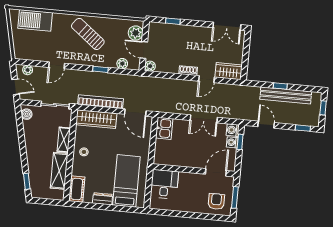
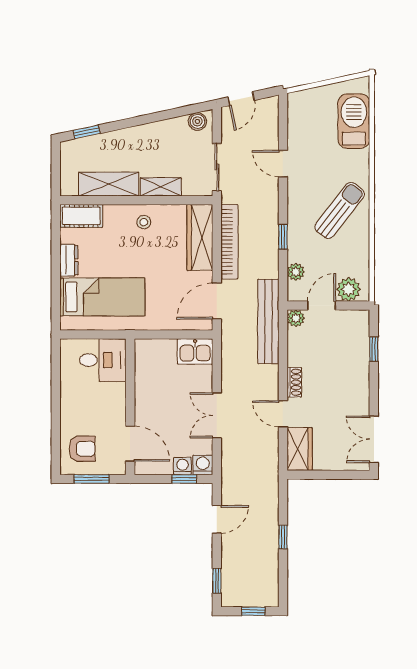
plant: (28, 70) -> (271, 116), removed
bench: (286, 95) -> (268, 321), moved

